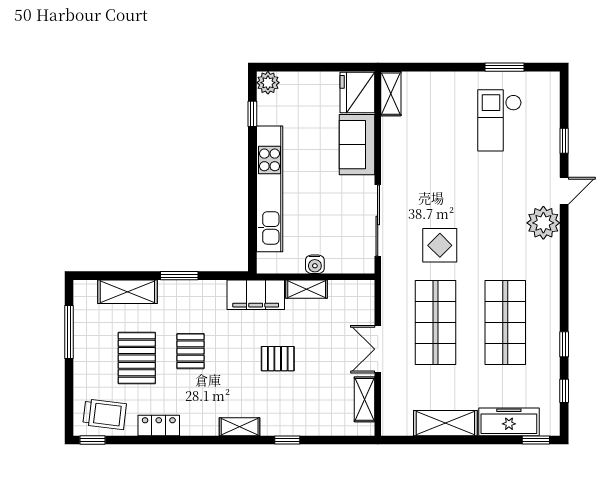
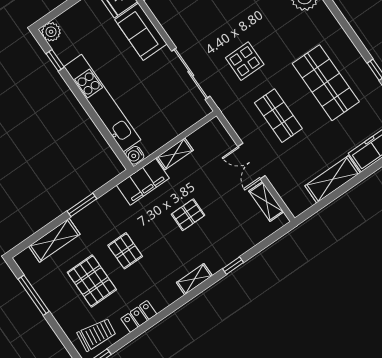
water cooler: (315, 264) -> (135, 155), moved, turned 90
shop shelf: (435, 323) -> (278, 116), width x0.70, depth x0.74

